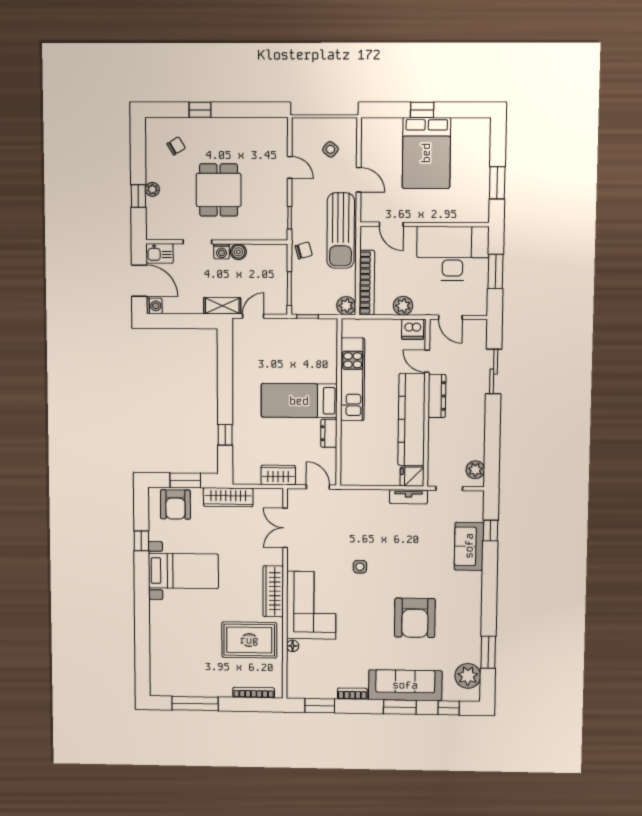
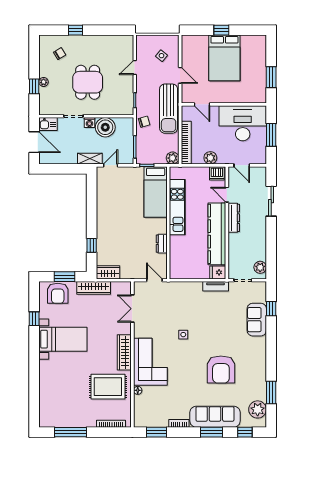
door: (290, 167) -> (135, 67), swing flipped
boiler: (238, 252) -> (105, 127), width x1.86, depth x1.86
washing machine: (154, 306) -> (44, 159), removed
bed: (299, 401) -> (156, 192), moved, turned -90
wardrobe: (278, 475) -> (108, 272), moved

